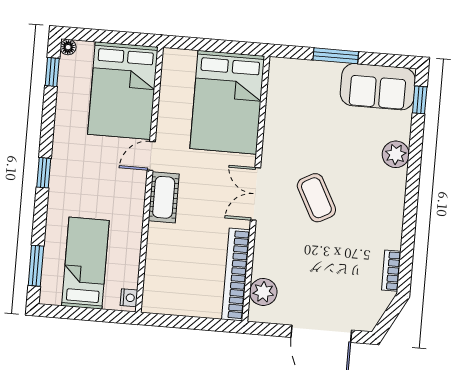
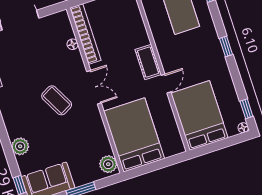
floor lamp: (260, 268) -> (73, 44), added
plant: (263, 292) -> (108, 164), moved

